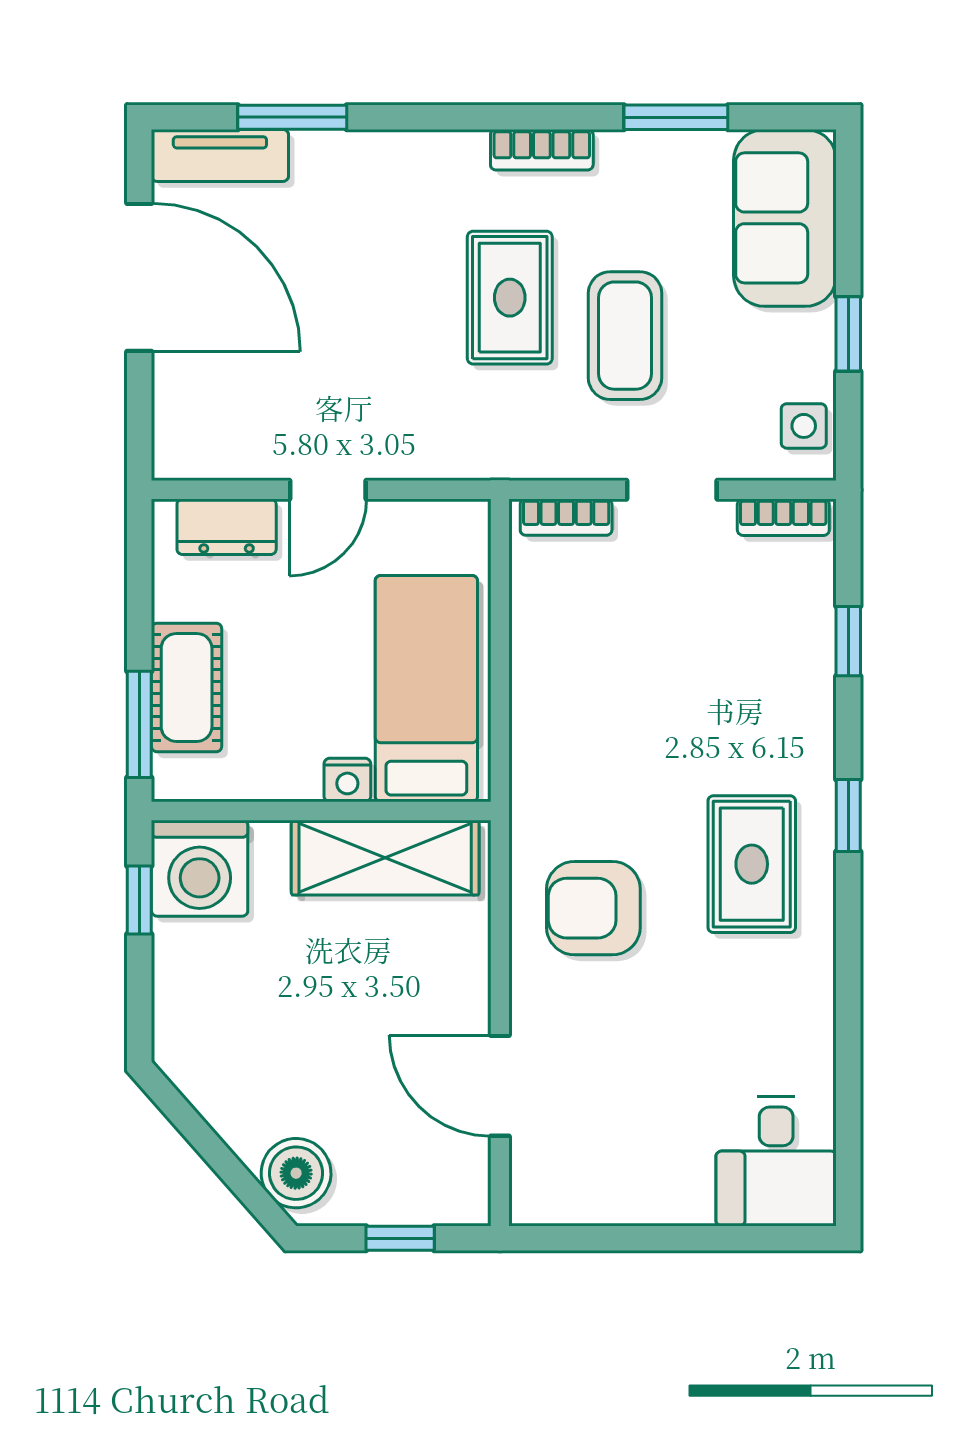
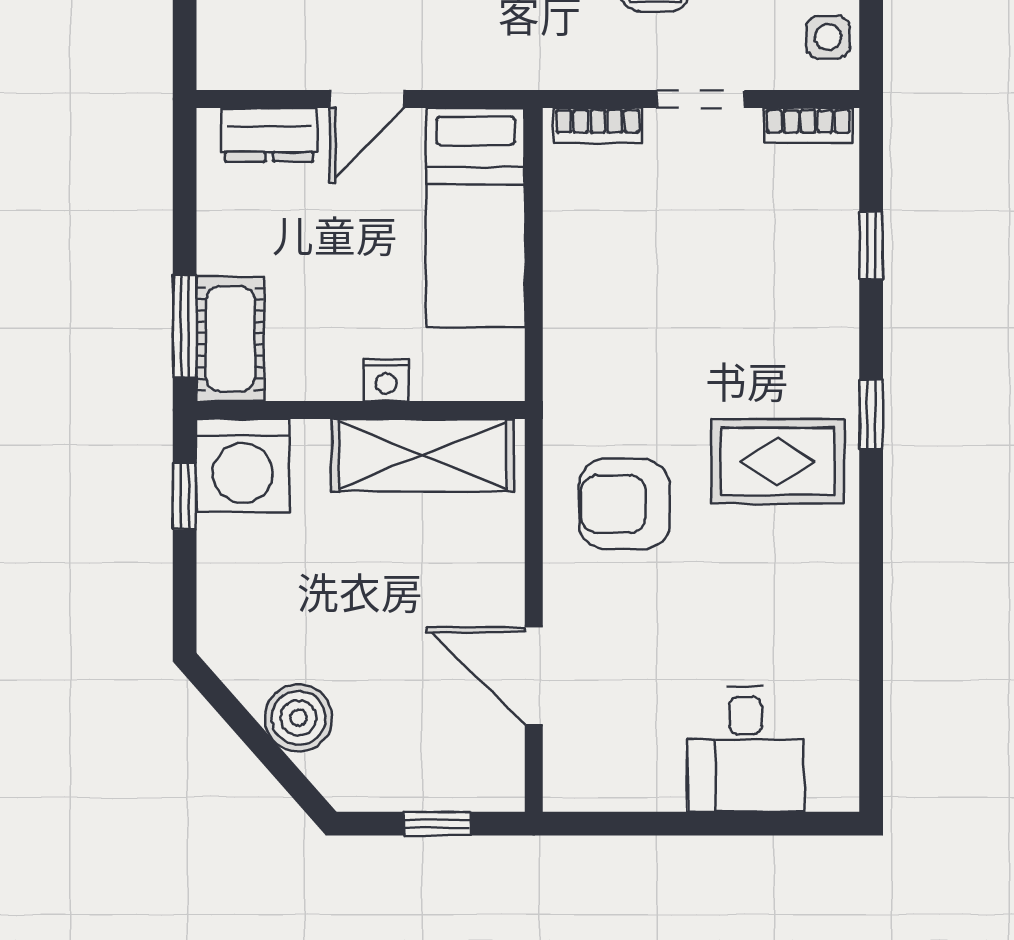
cot: (187, 687) -> (230, 339), moved
bed: (426, 689) -> (476, 217), moved, turned 180
rug: (752, 864) -> (778, 461), turned 90
desk: (776, 1161) -> (745, 749), moved
boiler: (296, 1173) -> (298, 718), moved

